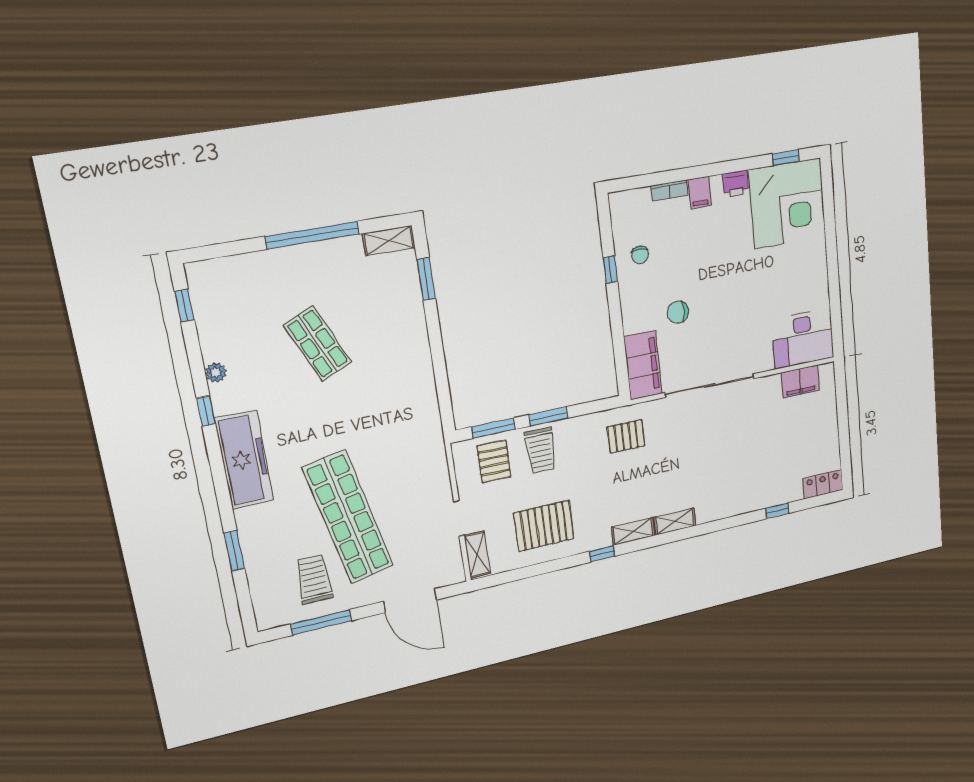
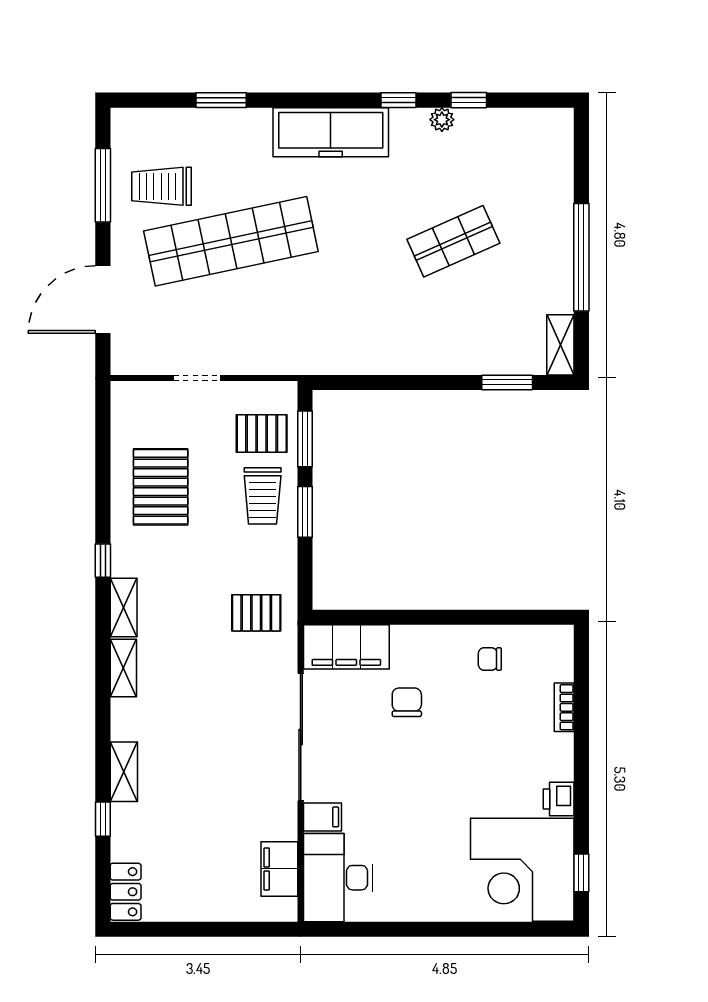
filing cabinet: (700, 193) -> (322, 817), moved, turned 180
window: (610, 270) -> (478, 617), removed
window: (184, 305) -> (469, 100), moved
pallet: (626, 436) -> (256, 613), turned 90
trolley: (541, 450) -> (263, 496), turned -90
shelving: (477, 554) -> (124, 772), moved, turned 90
trolley: (314, 579) -> (162, 186), turned 180

